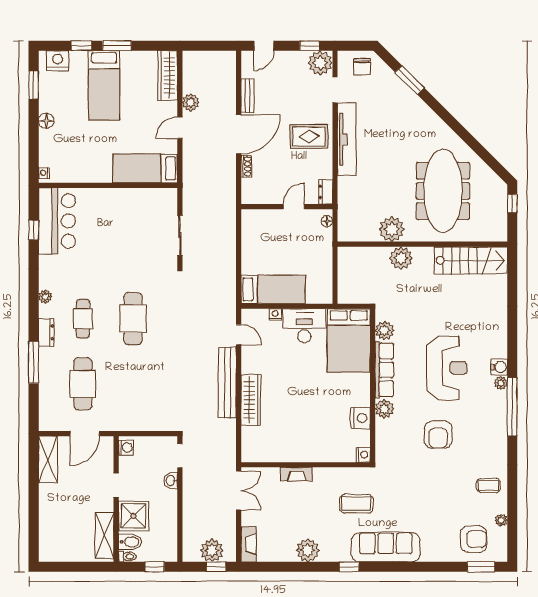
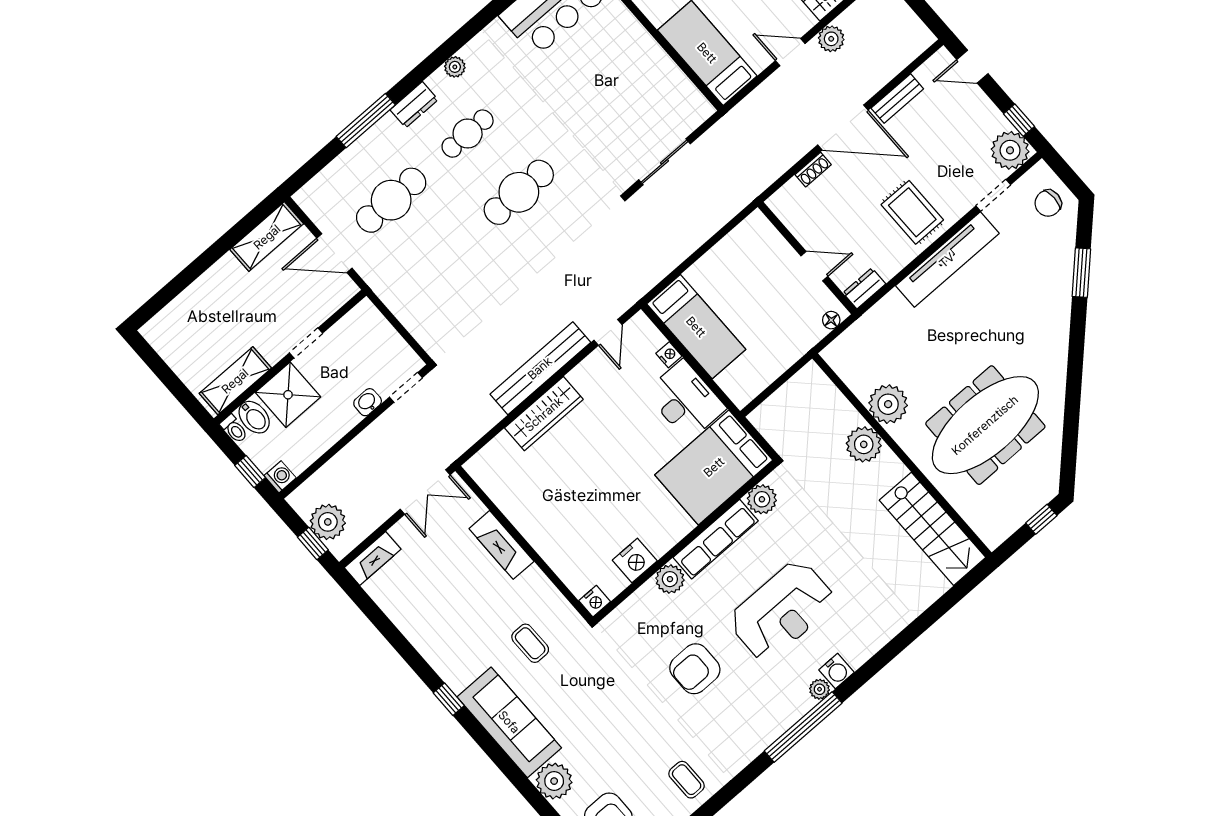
washing machine: (126, 448) -> (280, 477), moved, turned -90
fireplace: (297, 474) -> (501, 545), width x1.37, depth x1.32
coffee table: (356, 504) -> (530, 643), width x0.73, depth x0.77
plant: (308, 550) -> (554, 781), moved

